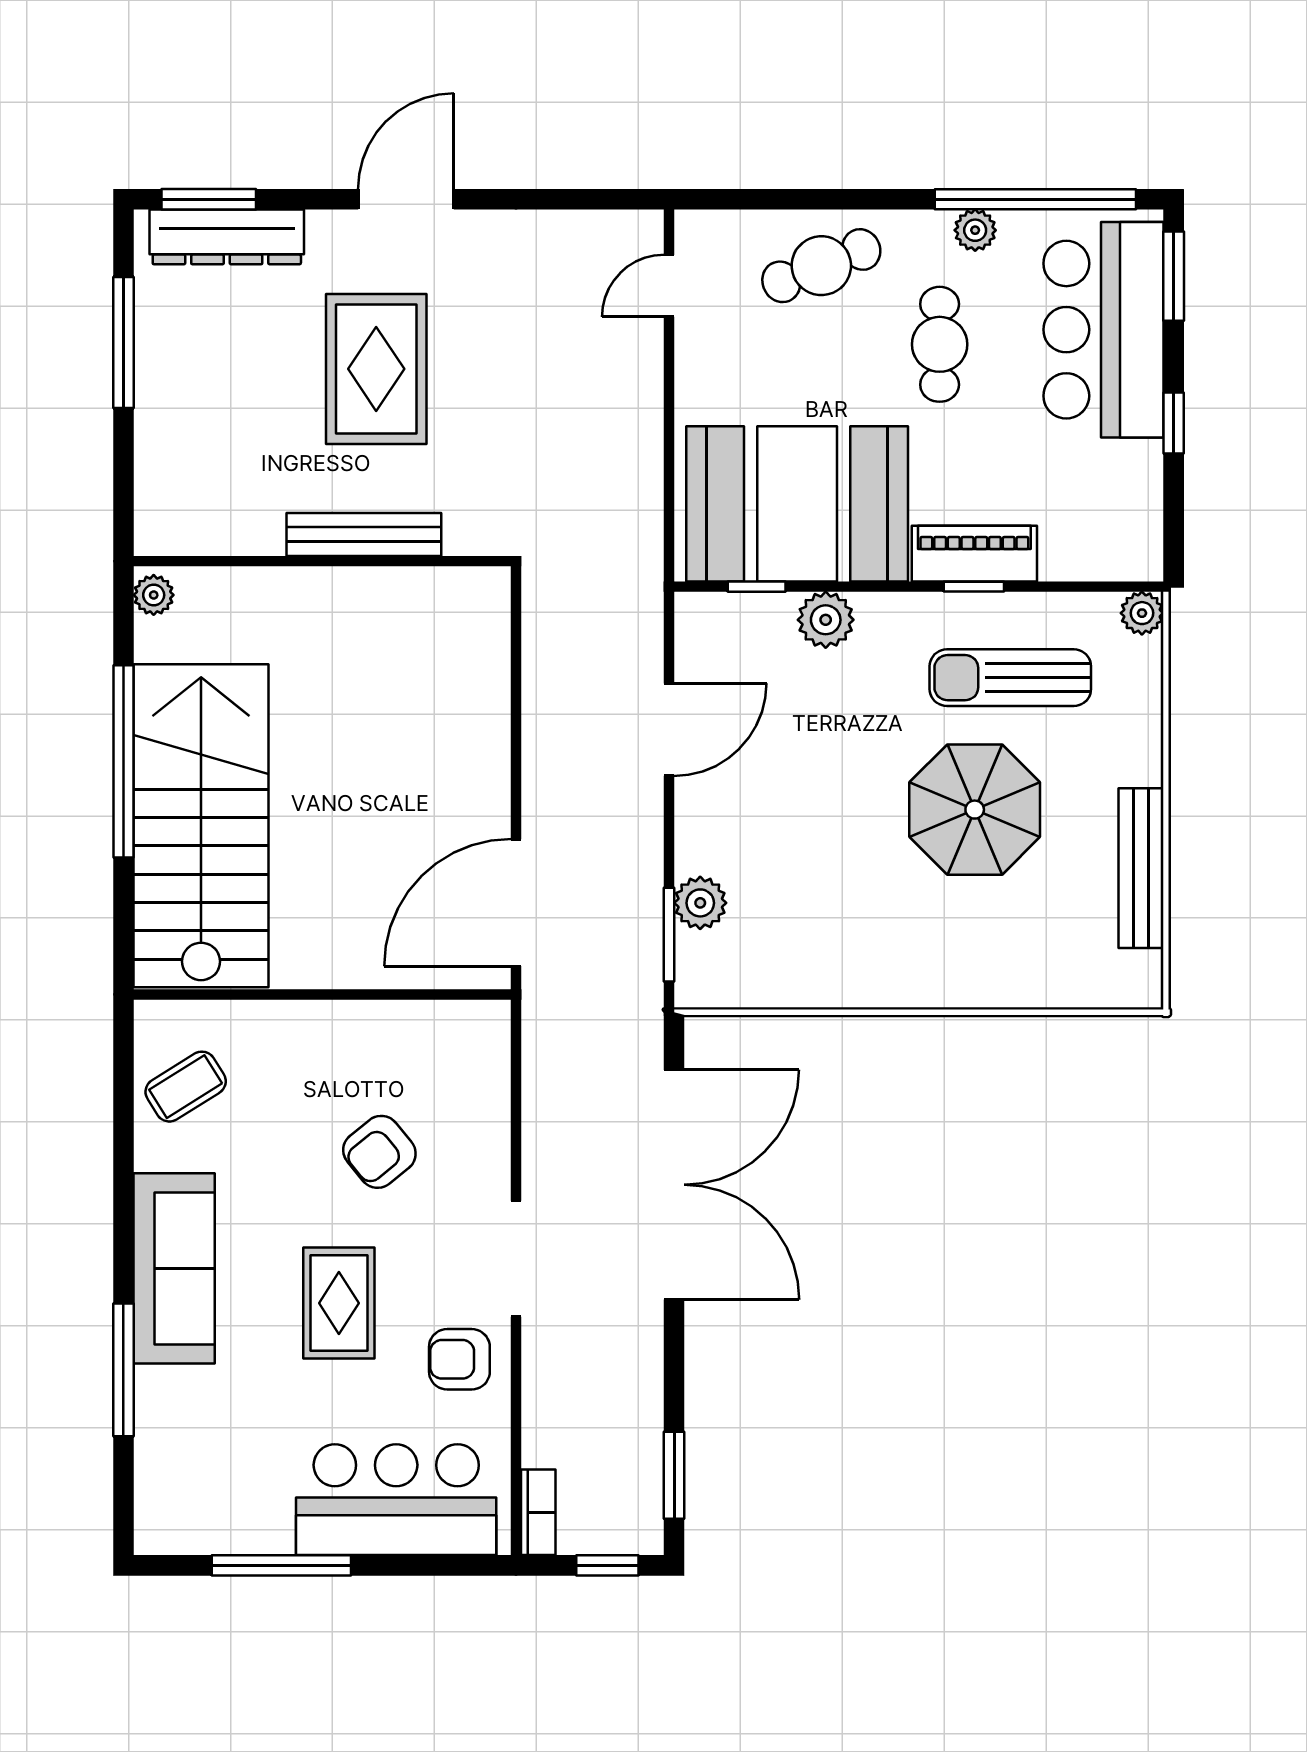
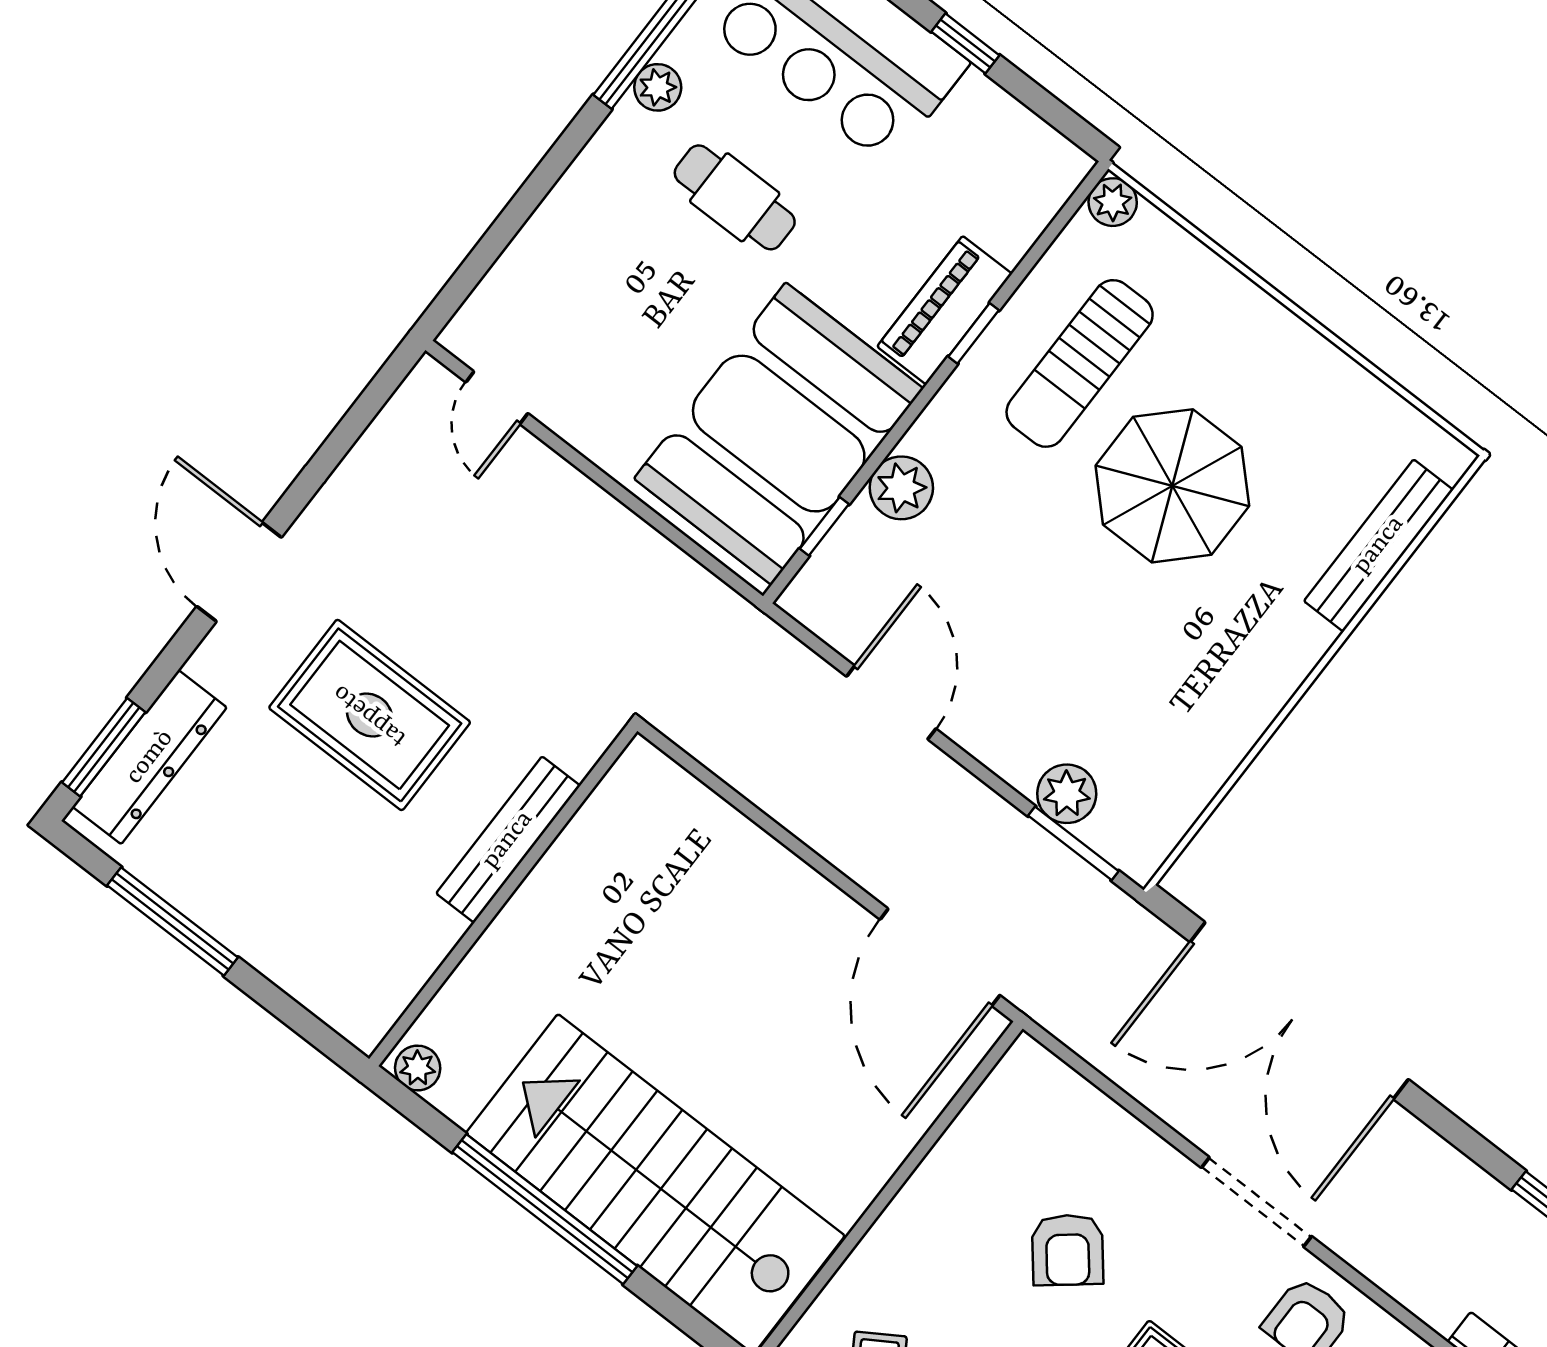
cafe table: (821, 266) -> (584, 248), removed
bench: (1141, 868) -> (1379, 545), moved, turned 90
double door: (674, 1185) -> (1299, 1011), swing flipped

